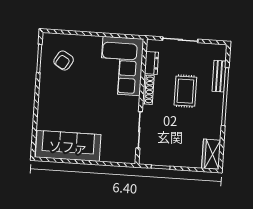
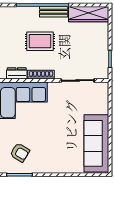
bench: (219, 76) -> (54, 12), moved
wardrobe: (211, 154) -> (89, 14), width x1.50

